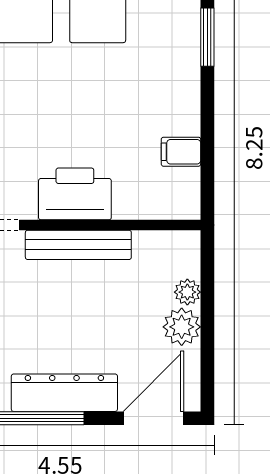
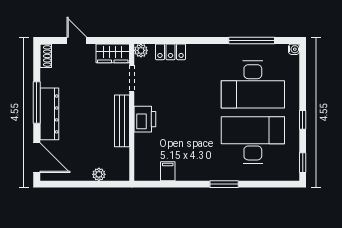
printer: (75, 194) -> (145, 119), width x0.73, depth x0.84
plant: (182, 327) -> (82, 172), removed

